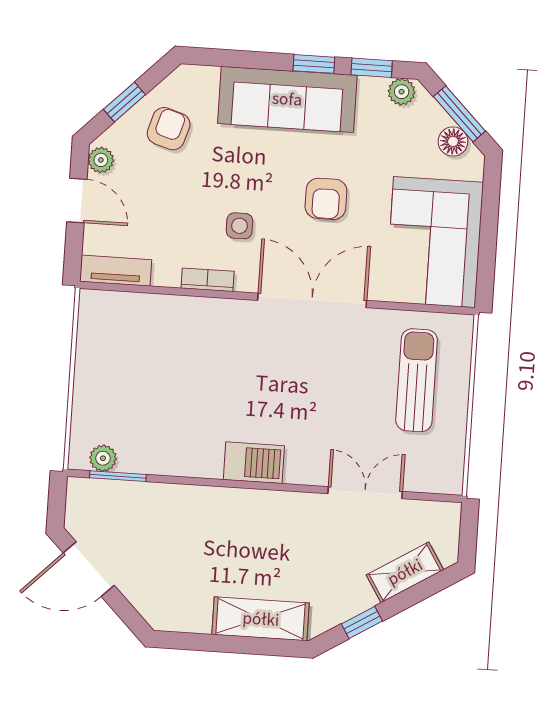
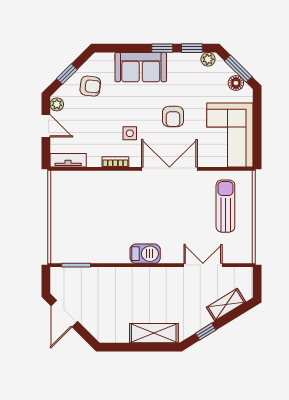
sofa: (287, 99) -> (141, 67), width x0.73
armchair: (169, 129) -> (90, 86), turned 80
plant: (103, 458) -> (68, 257), removed
door: (89, 569) -> (64, 314), hinge flipped

